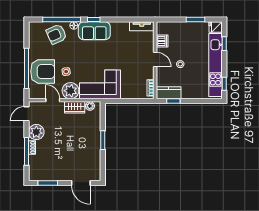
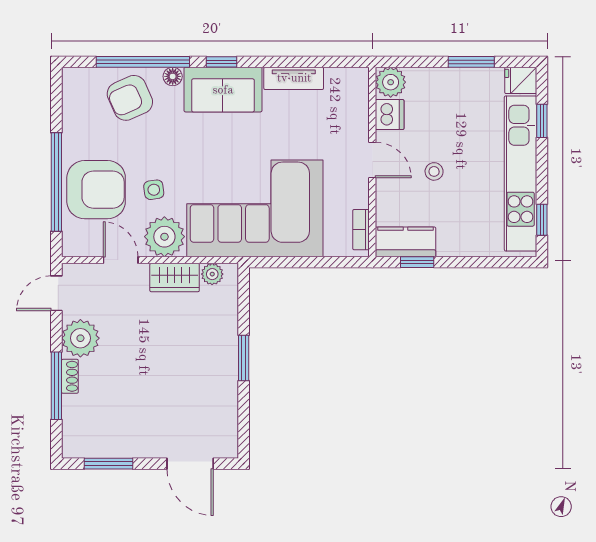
tv unit: (142, 26) -> (294, 78), moved
plant: (163, 28) -> (391, 82), added
corner sofa: (100, 84) -> (255, 208), width x1.36, depth x1.36

